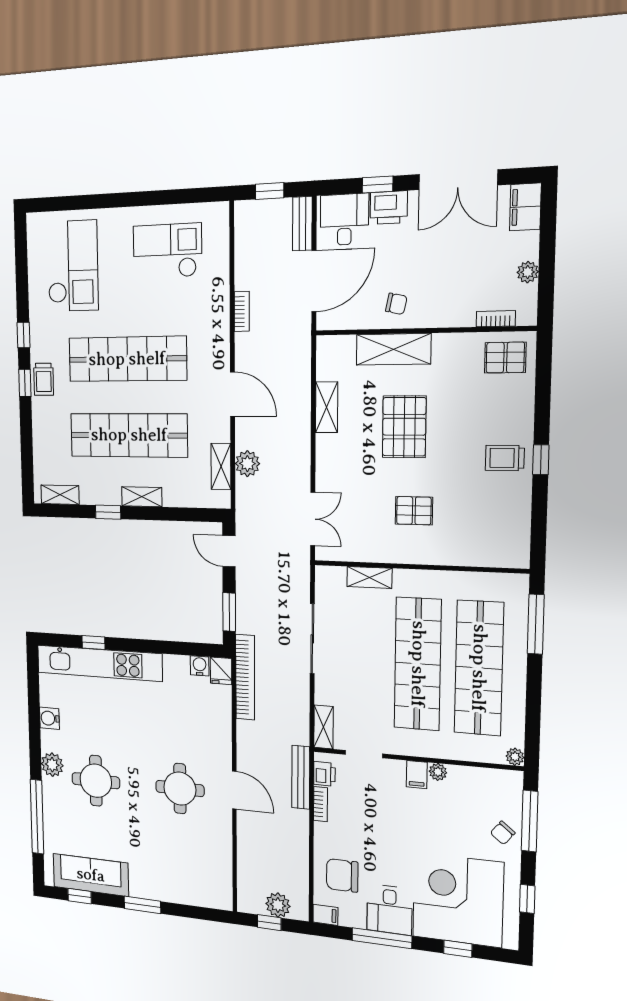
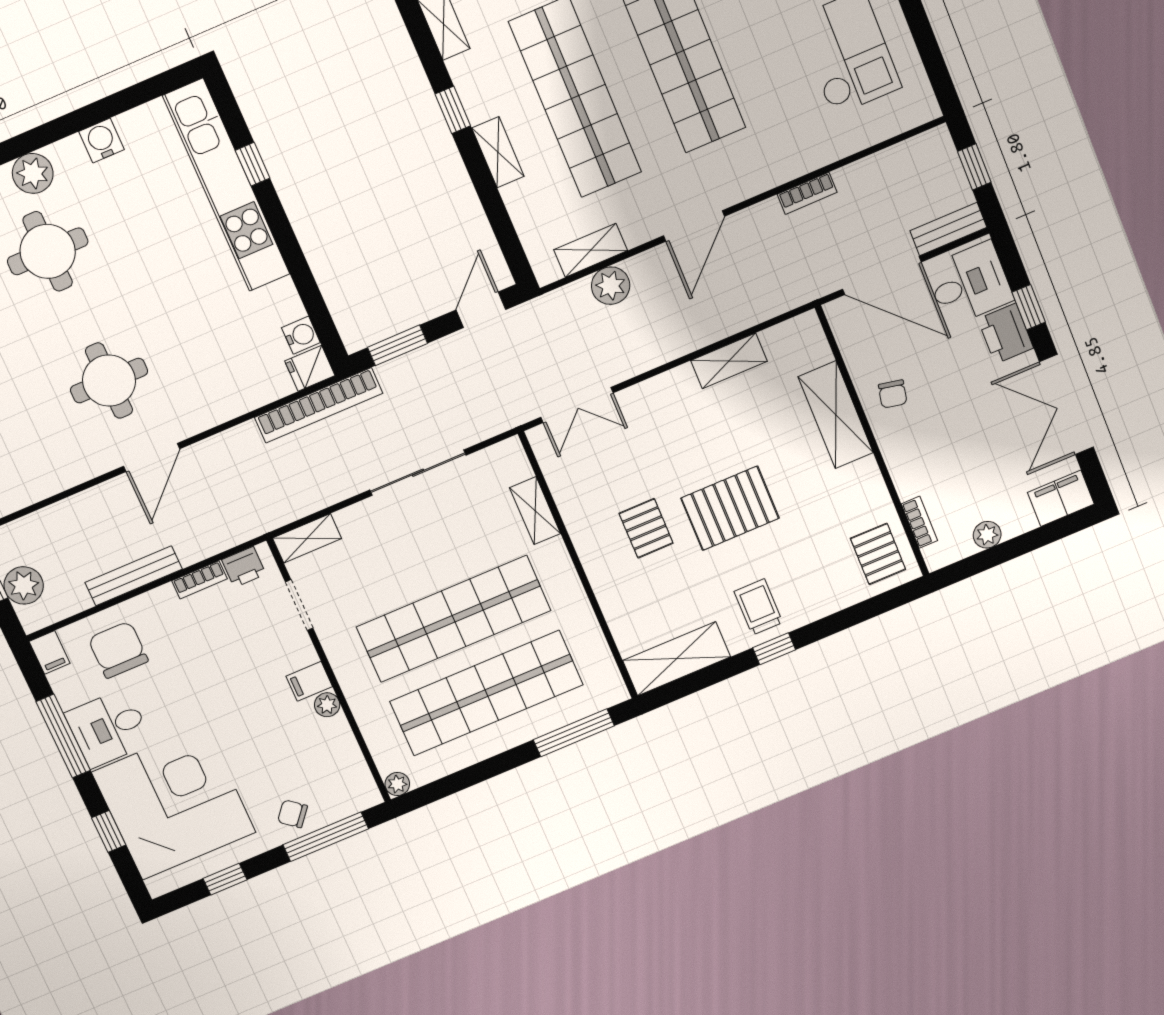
pallet: (404, 427) -> (730, 508), moved
shelving: (515, 531) -> (677, 659), added
bench: (301, 777) -> (134, 576), moved

